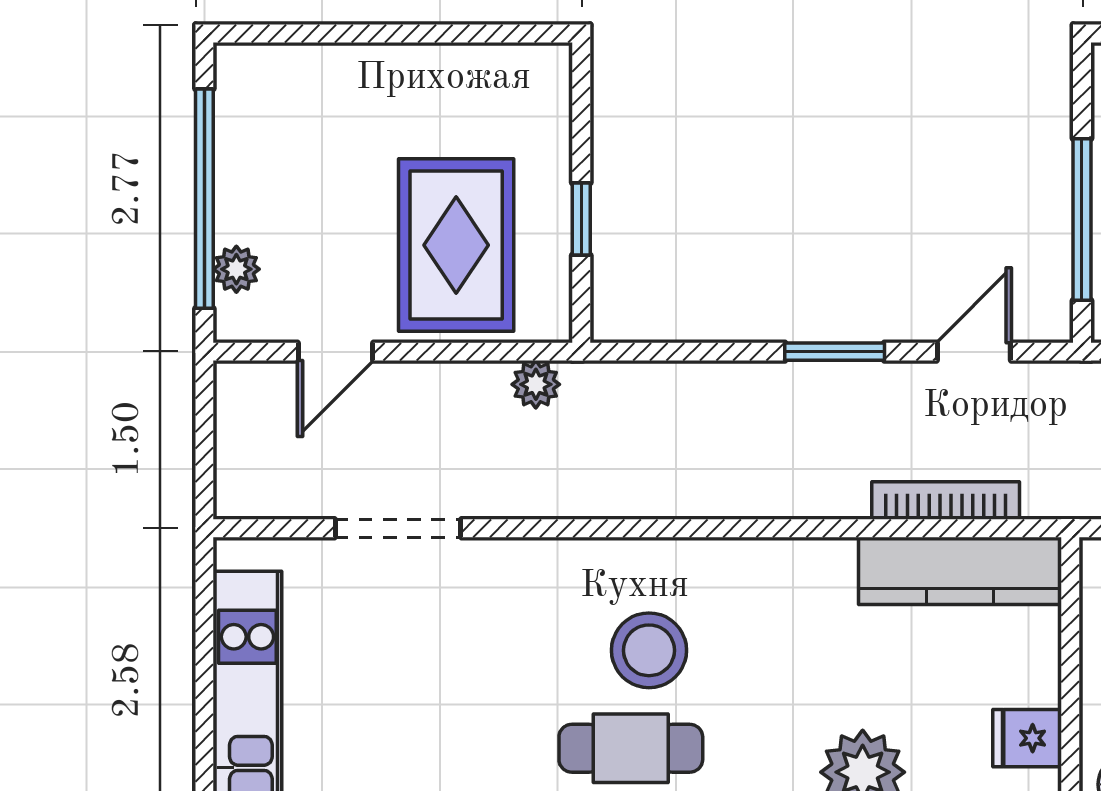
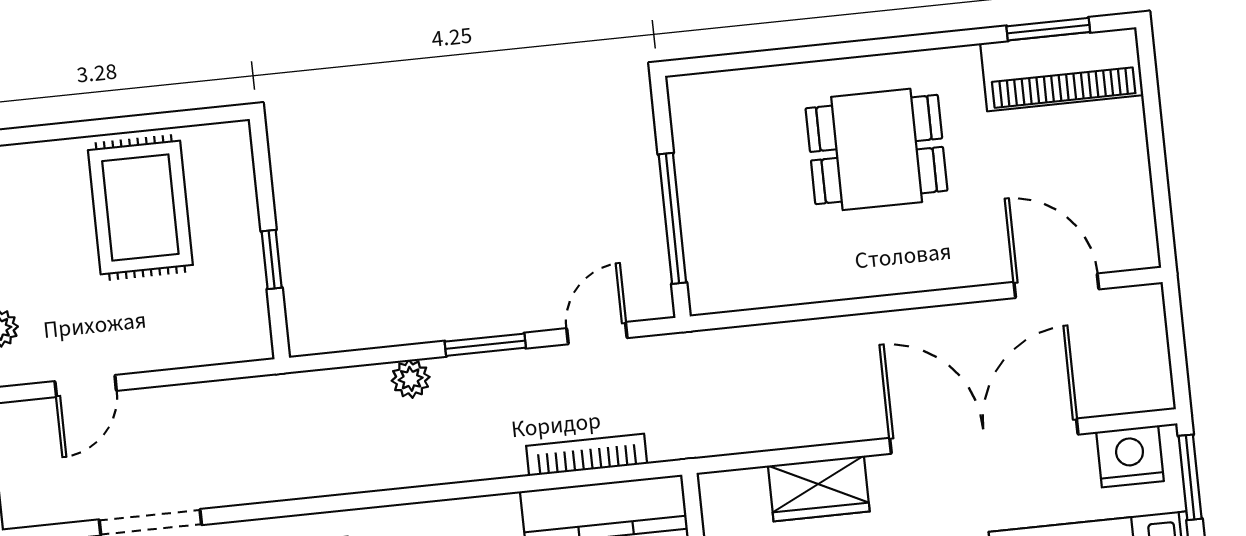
rug: (456, 245) -> (140, 207), moved
plant: (536, 384) -> (411, 379), moved

